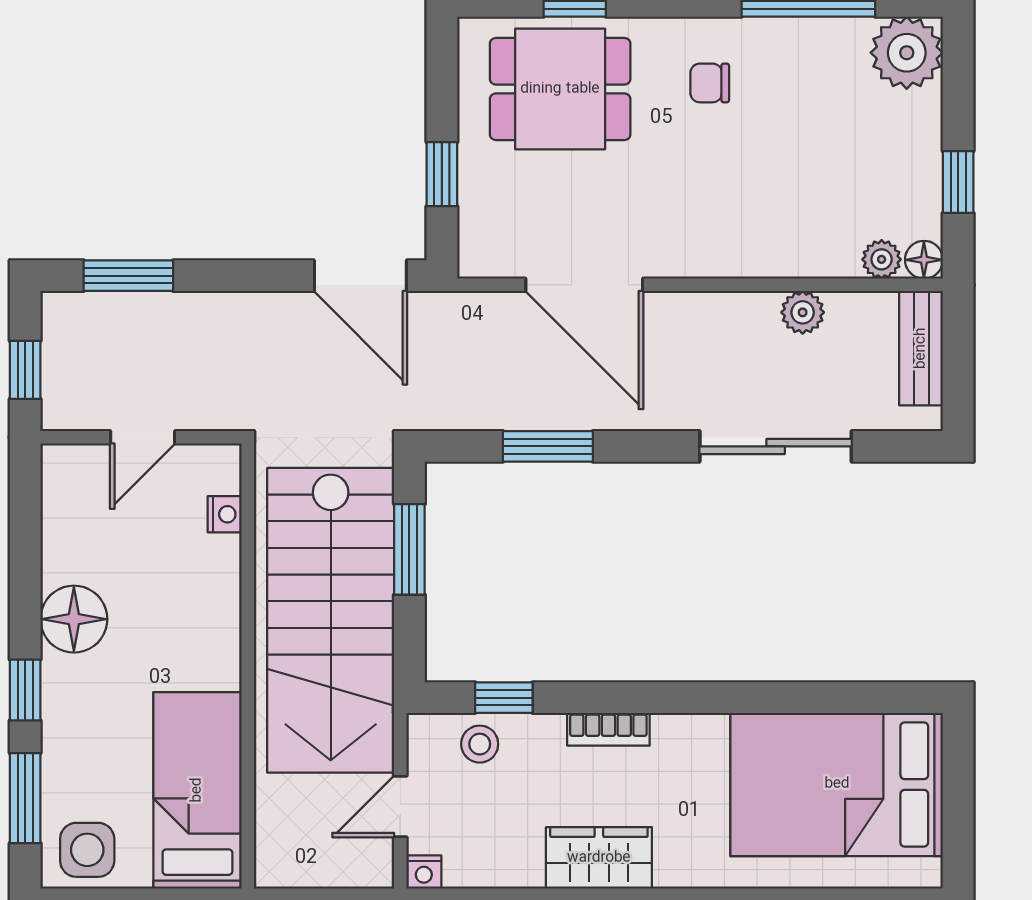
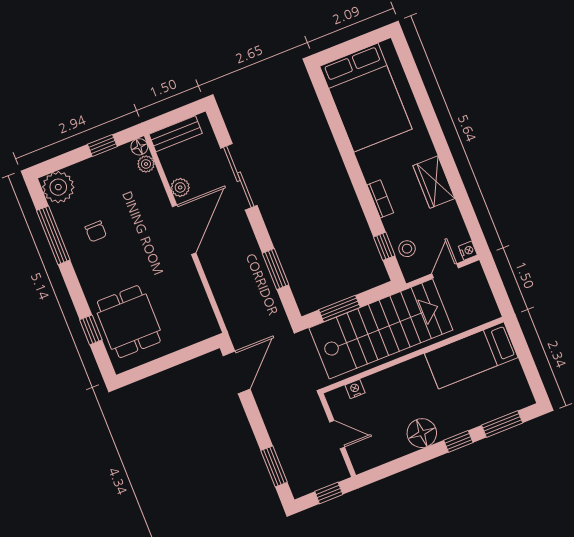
chair: (710, 83) -> (96, 231), moved
window: (442, 174) -> (182, 356), removed
door: (584, 285) -> (184, 230), moved
door: (400, 806) -> (445, 271), swing flipped
side table: (87, 850) -> (513, 391), removed

